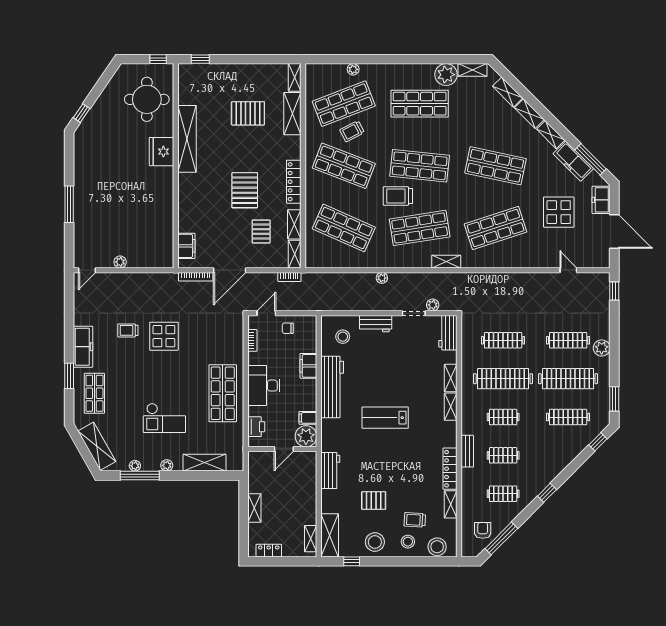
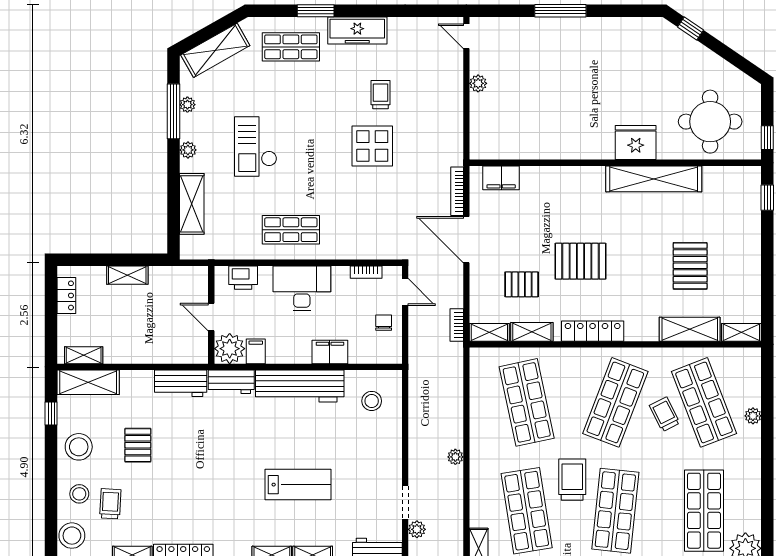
shop shelf: (344, 228) -> (527, 402), turned -36
workbench: (376, 324) -> (231, 382), moved, turned -90
shop shelf: (223, 393) -> (291, 230), width x0.70, depth x0.74
lab bench: (385, 418) -> (298, 485), moved, turned 90

